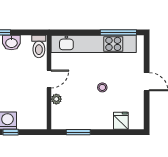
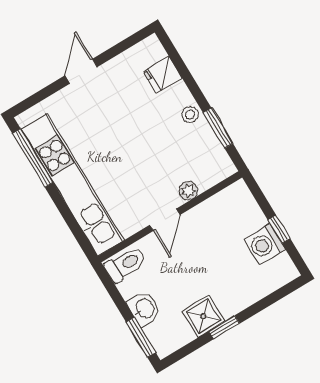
door: (49, 79) -> (165, 220), swing flipped
stool: (102, 87) -> (190, 114), moved

